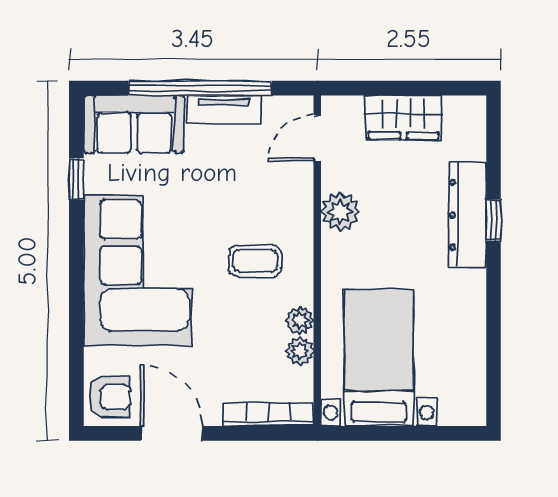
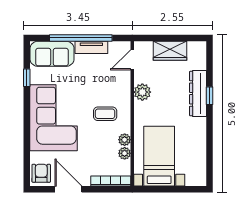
armchair: (110, 397) -> (41, 173), turned -90

